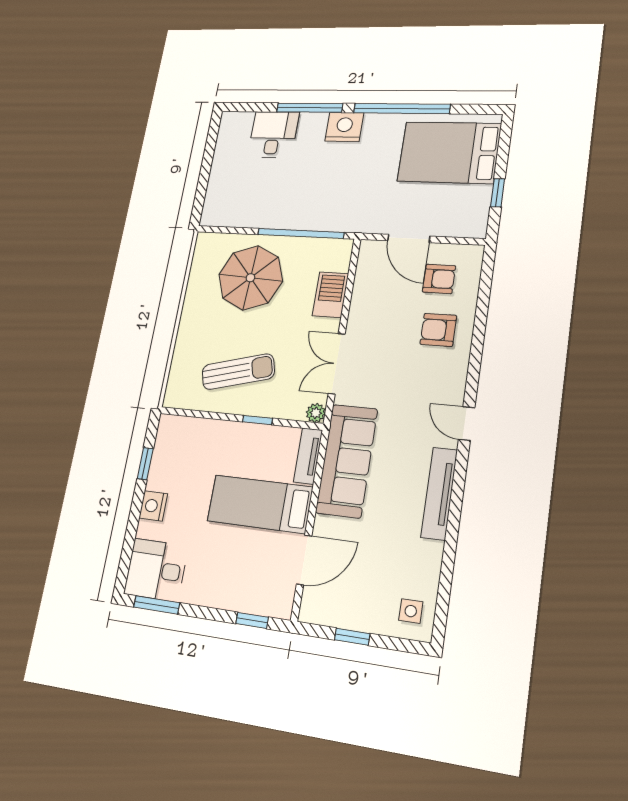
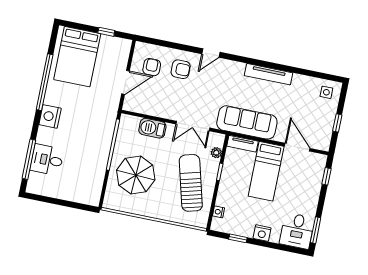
window: (310, 108) -> (29, 159), moved
armchair: (438, 330) -> (181, 69), turned -90
sun lounger: (238, 372) -> (191, 183), width x1.36, depth x1.34
plant: (316, 413) -> (216, 153), moved
door: (467, 424) -> (211, 53), moved
nightstand: (190, 425) -> (219, 212), added

